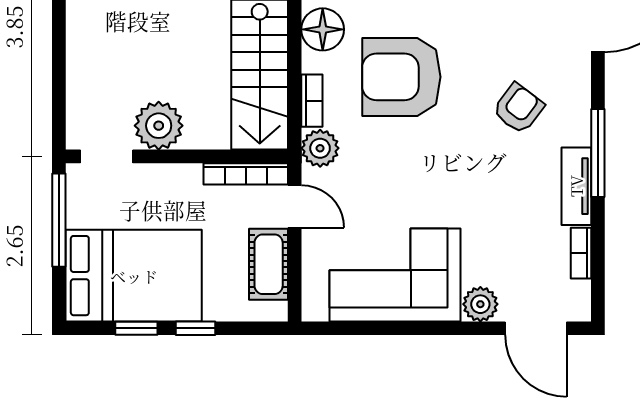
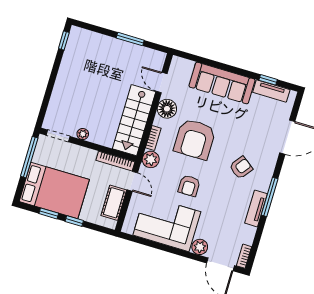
armchair: (401, 77) -> (195, 139), turned -90
plant: (159, 126) -> (83, 134), width x0.53, depth x0.53
armchair: (419, 180) -> (189, 186), added
bookcase: (581, 253) -> (244, 256), moved

